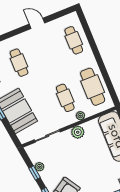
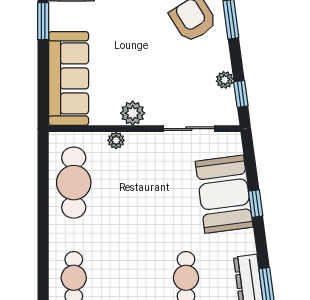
cafe table: (65, 98) -> (130, 183), removed
window: (34, 173) -> (241, 94), moved

